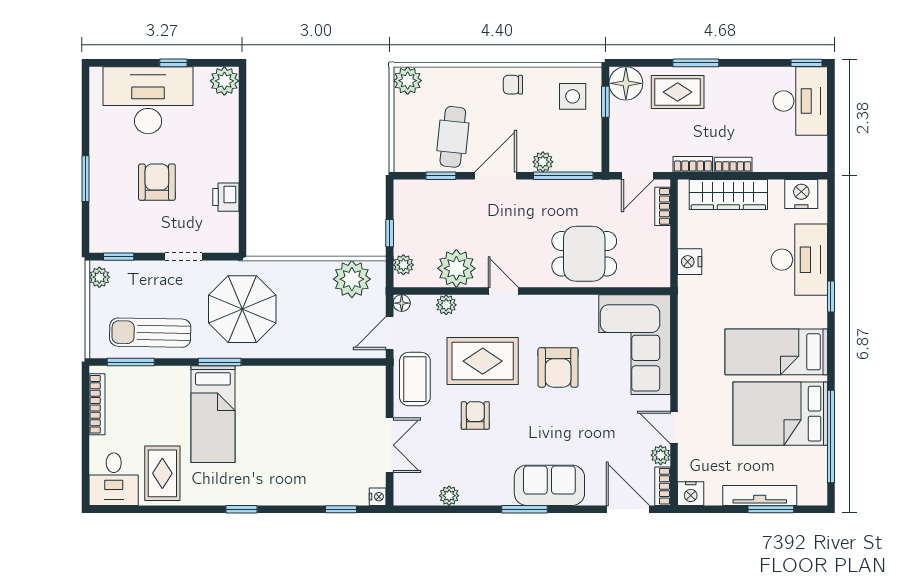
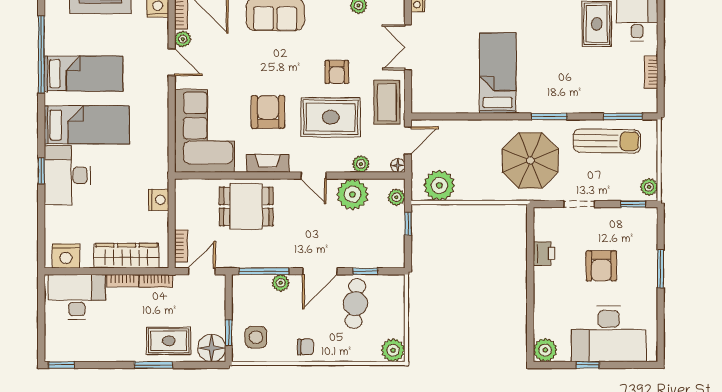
desk: (800, 101) -> (77, 297), moved, turned 90
desk: (799, 260) -> (68, 175), moved
fireplace: (558, 305) -> (268, 163), added
bookcase: (97, 404) -> (651, 72), width x0.64
bed: (213, 414) -> (498, 73), moved
bed: (780, 414) -> (83, 74), width x0.67

